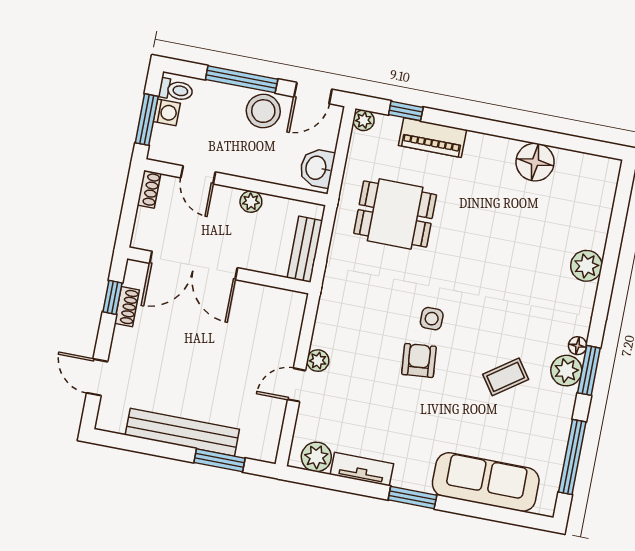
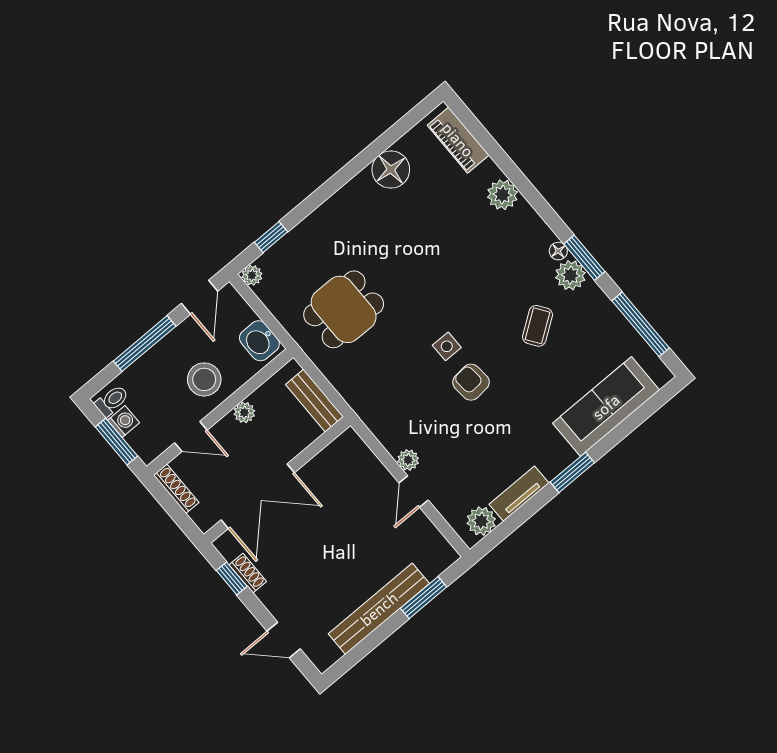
stool: (263, 111) -> (204, 379), moved
piano: (433, 138) -> (458, 140), moved, turned 90
shoe rack: (149, 189) -> (176, 489), width x1.43

